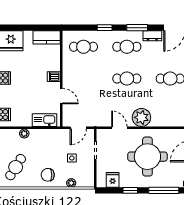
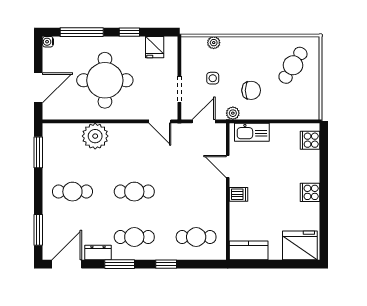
plant: (141, 117) -> (95, 136), moved
door: (119, 128) -> (160, 121), moved
plant: (24, 134) -> (233, 113), moved
chair: (48, 175) -> (251, 90), moved

